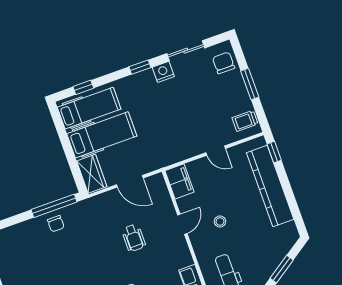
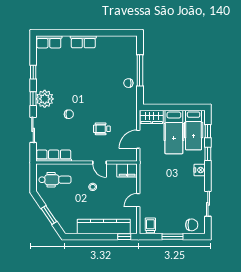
window: (140, 67) -> (208, 154), moved
nightstand: (163, 72) -> (200, 170), moved
window: (54, 206) -> (140, 70), moved

